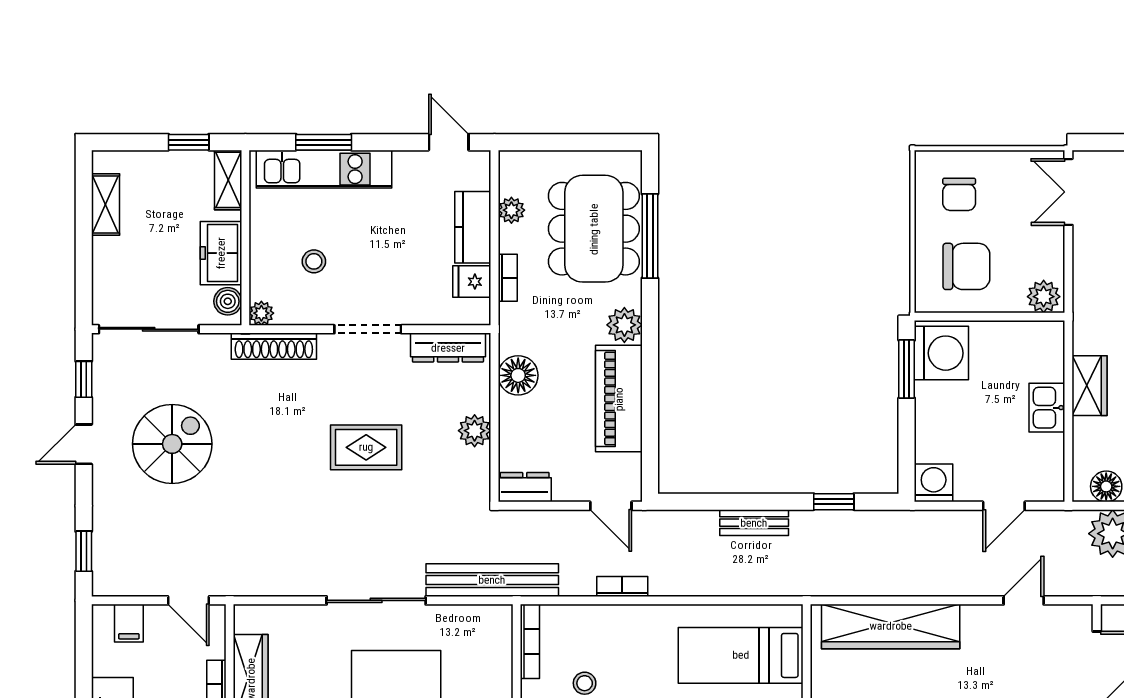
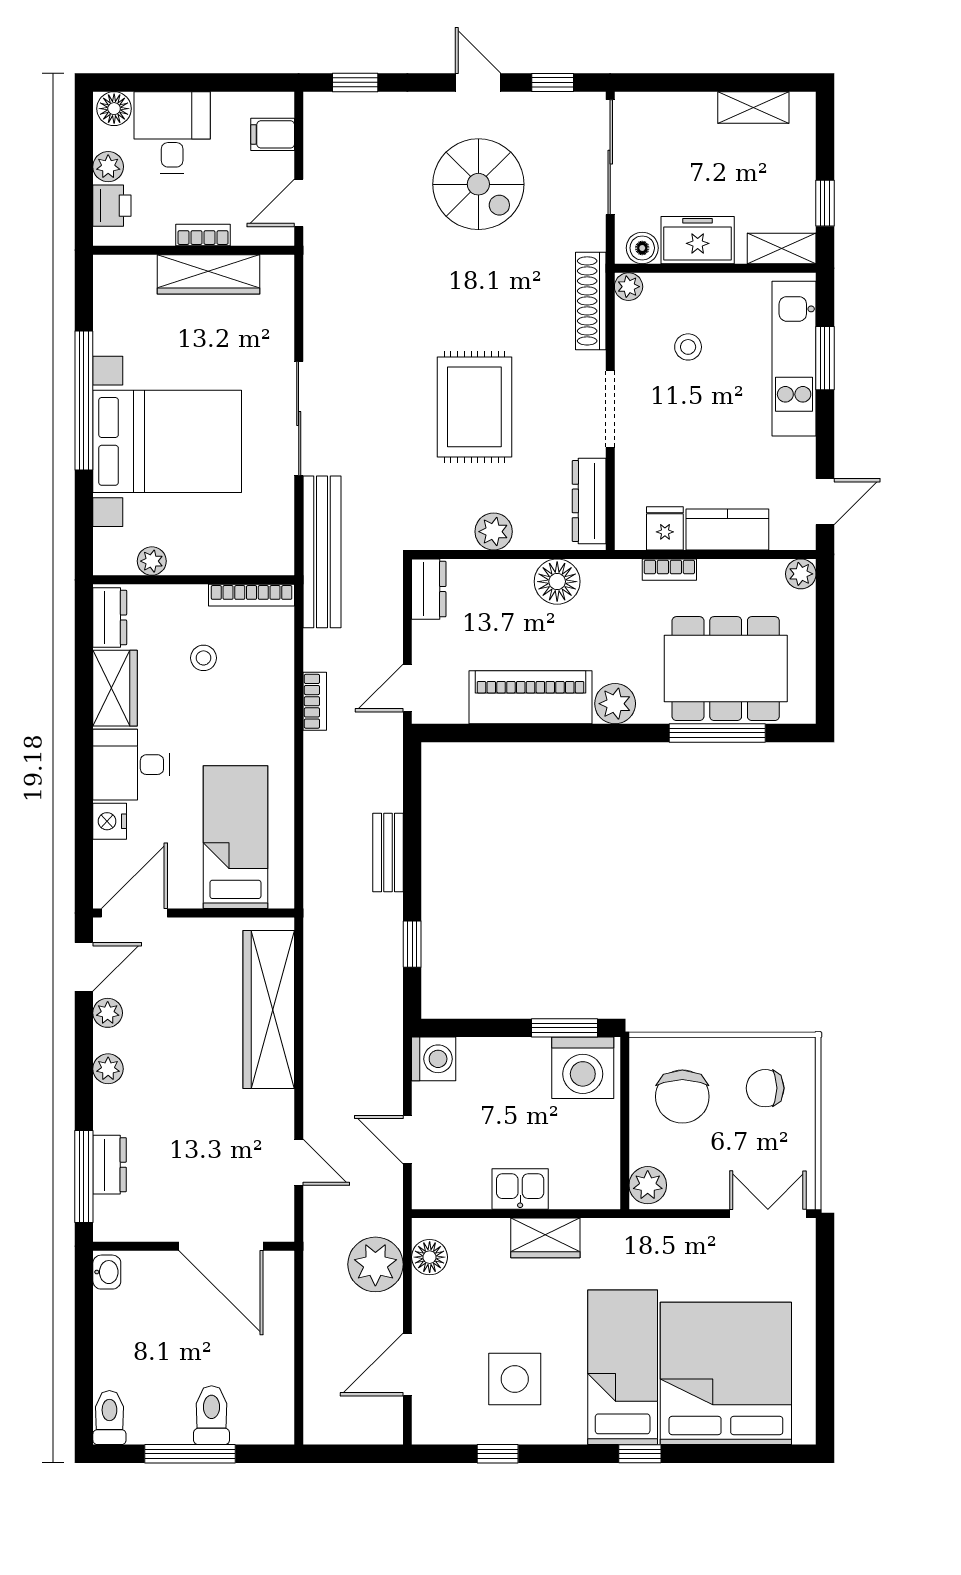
plant: (511, 210) -> (801, 574), moved
rug: (366, 447) -> (474, 407), width x1.36, depth x1.43

